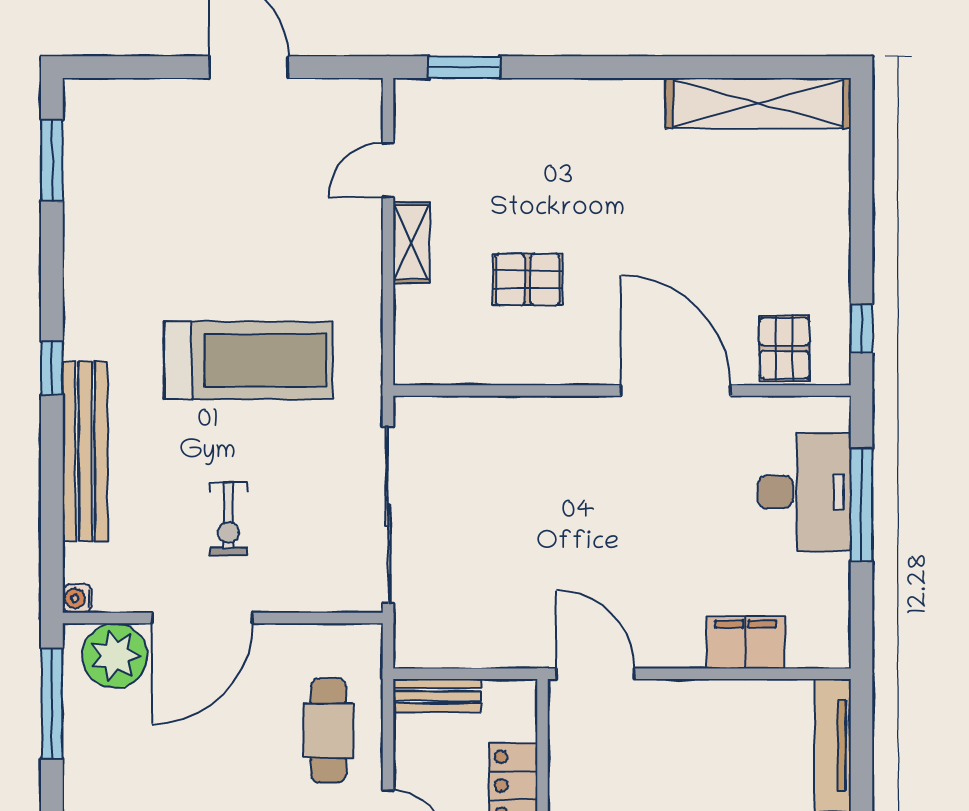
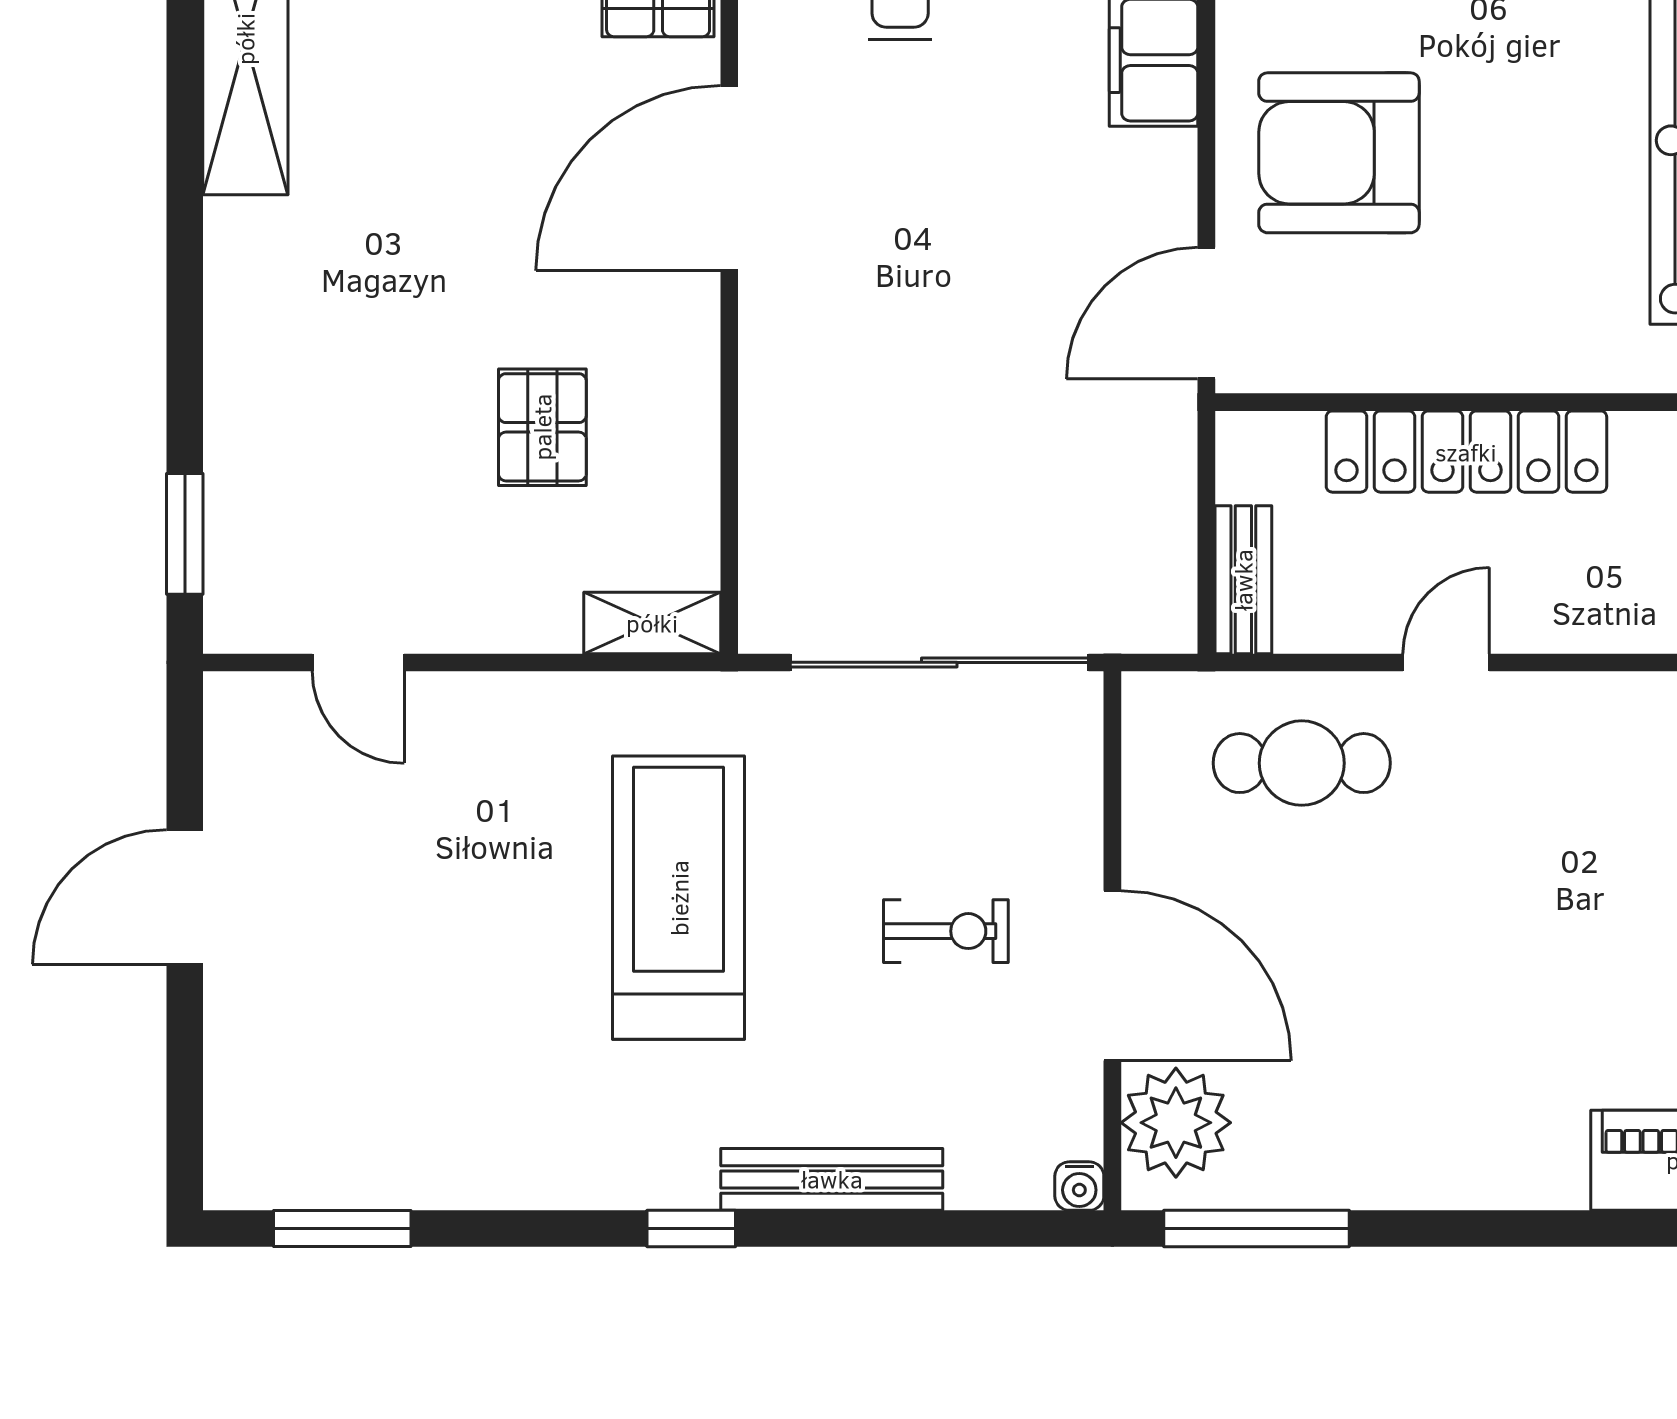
shelving: (411, 242) -> (652, 623), moved
bench: (85, 451) -> (832, 1179), width x0.73, depth x0.82
armchair: (691, 752) -> (1339, 153), added

